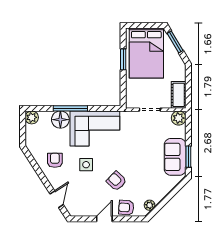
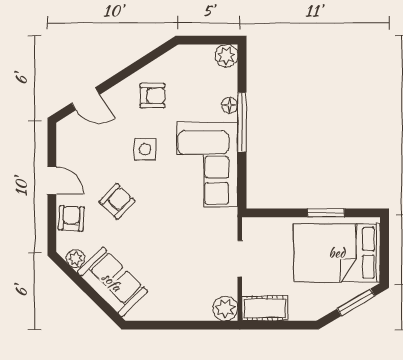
floor lamp: (60, 120) -> (230, 105), width x0.53, depth x0.53
sofa: (175, 157) -> (112, 282), moved, turned 45
window: (188, 157) -> (159, 325), removed

